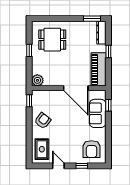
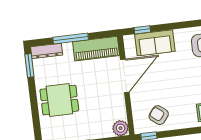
dining table: (52, 40) -> (59, 100), moved, turned 90
window: (108, 51) -> (71, 39), width x2.17
armchair: (43, 121) -> (159, 115), moved

